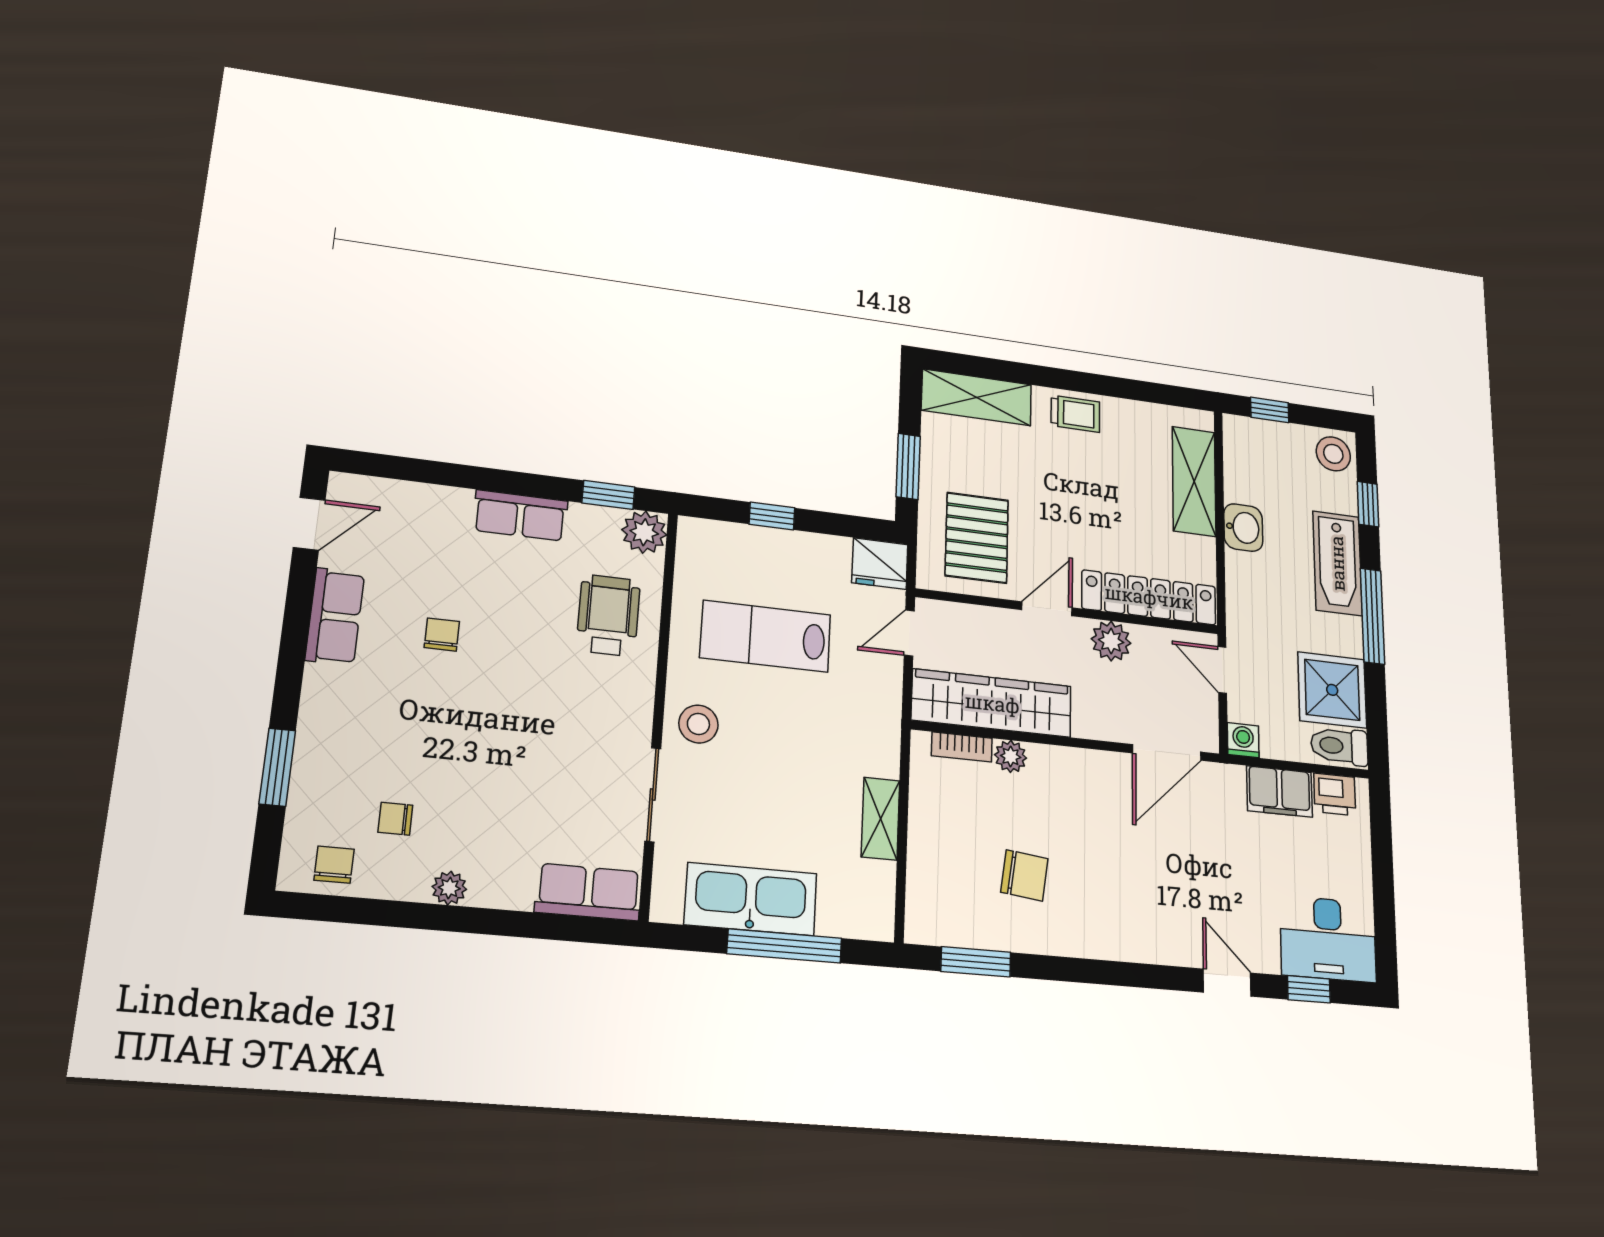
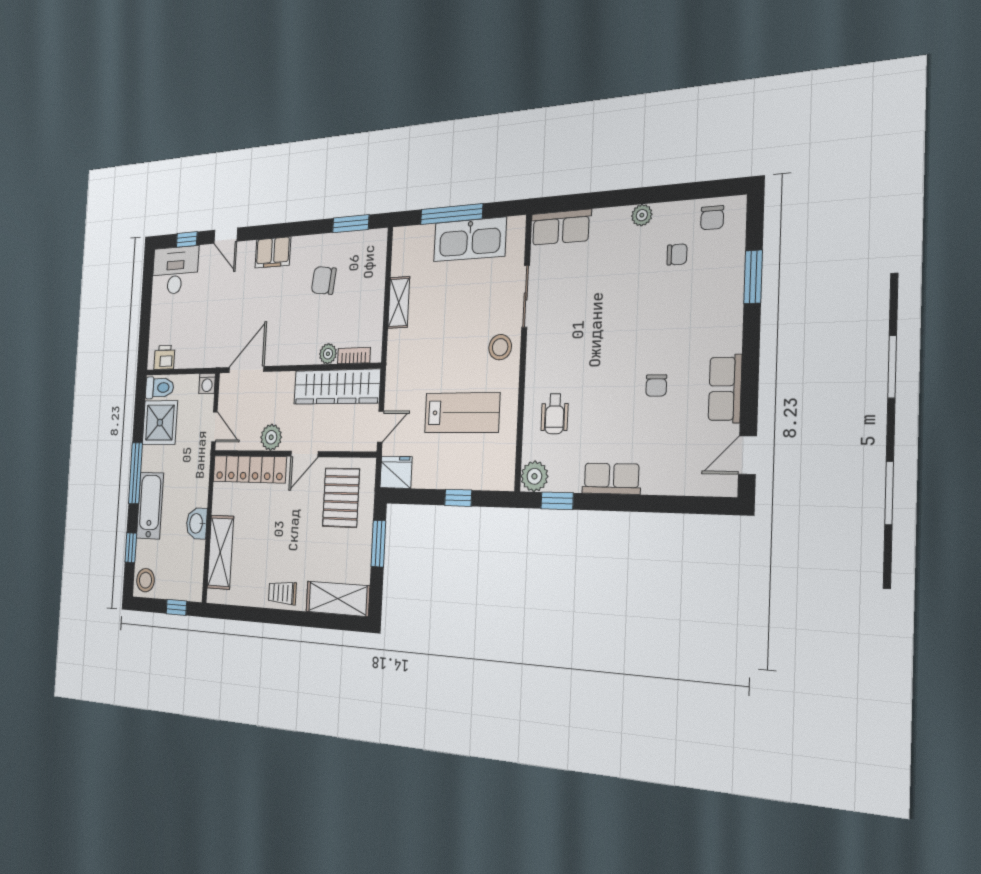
wheelchair: (608, 615) -> (555, 414), width x0.73, depth x0.73
filing cabinet: (1279, 792) -> (273, 252), moved, turned 180

